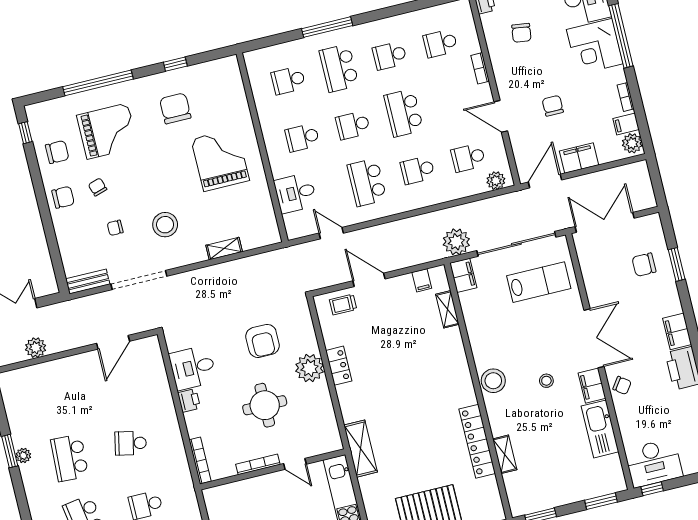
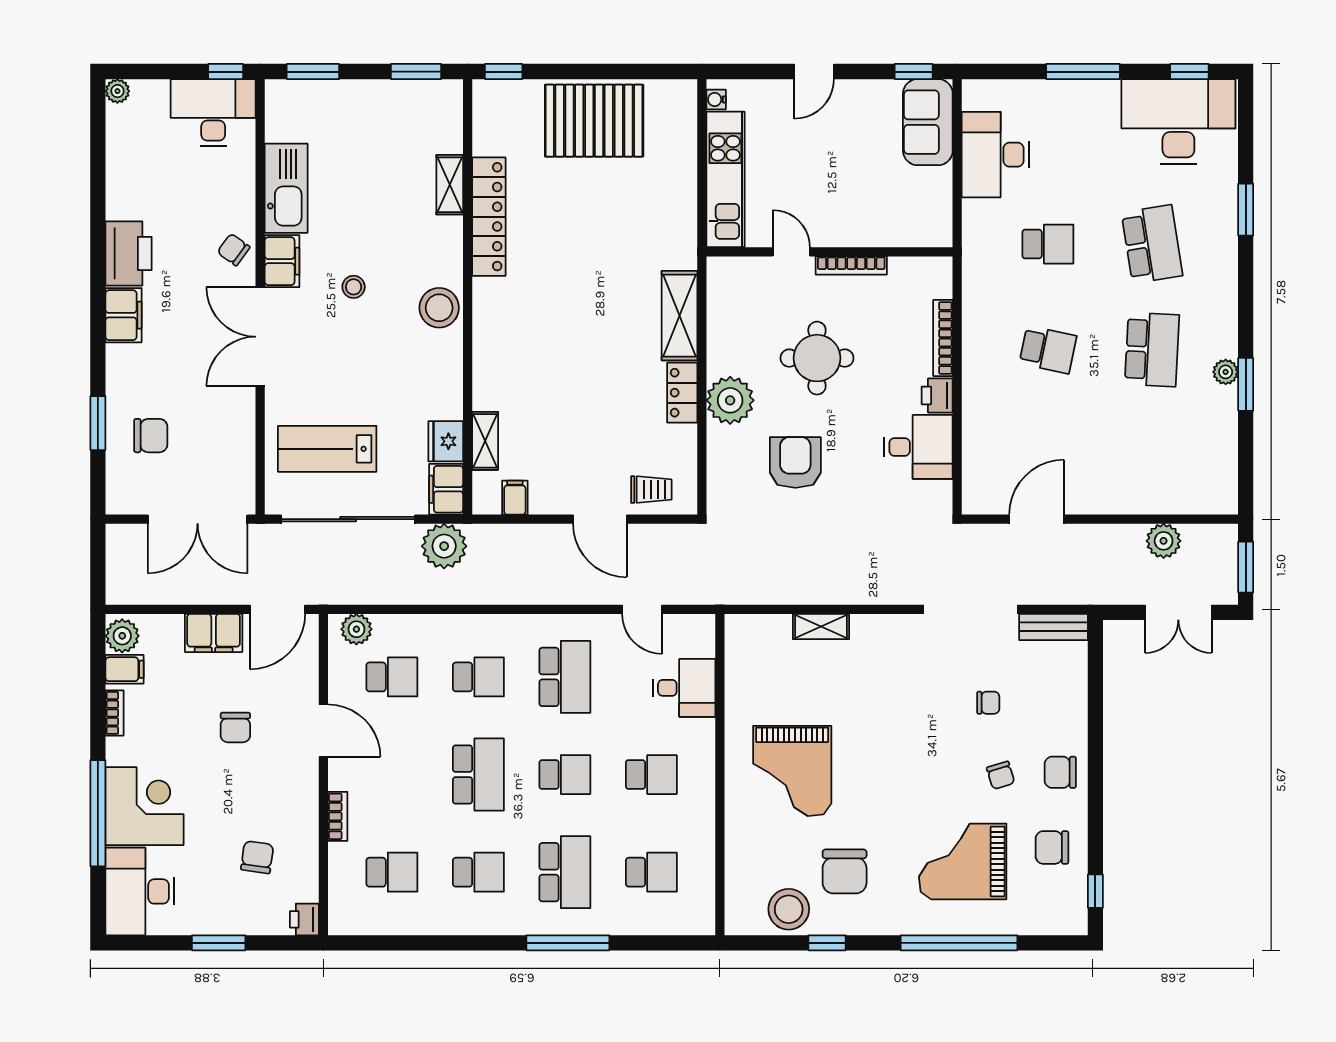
stool: (165, 225) -> (789, 909), moved
fridge: (470, 303) -> (446, 441), added
shelving: (361, 449) -> (680, 316), moved
bookcase: (200, 461) -> (943, 338), moved

